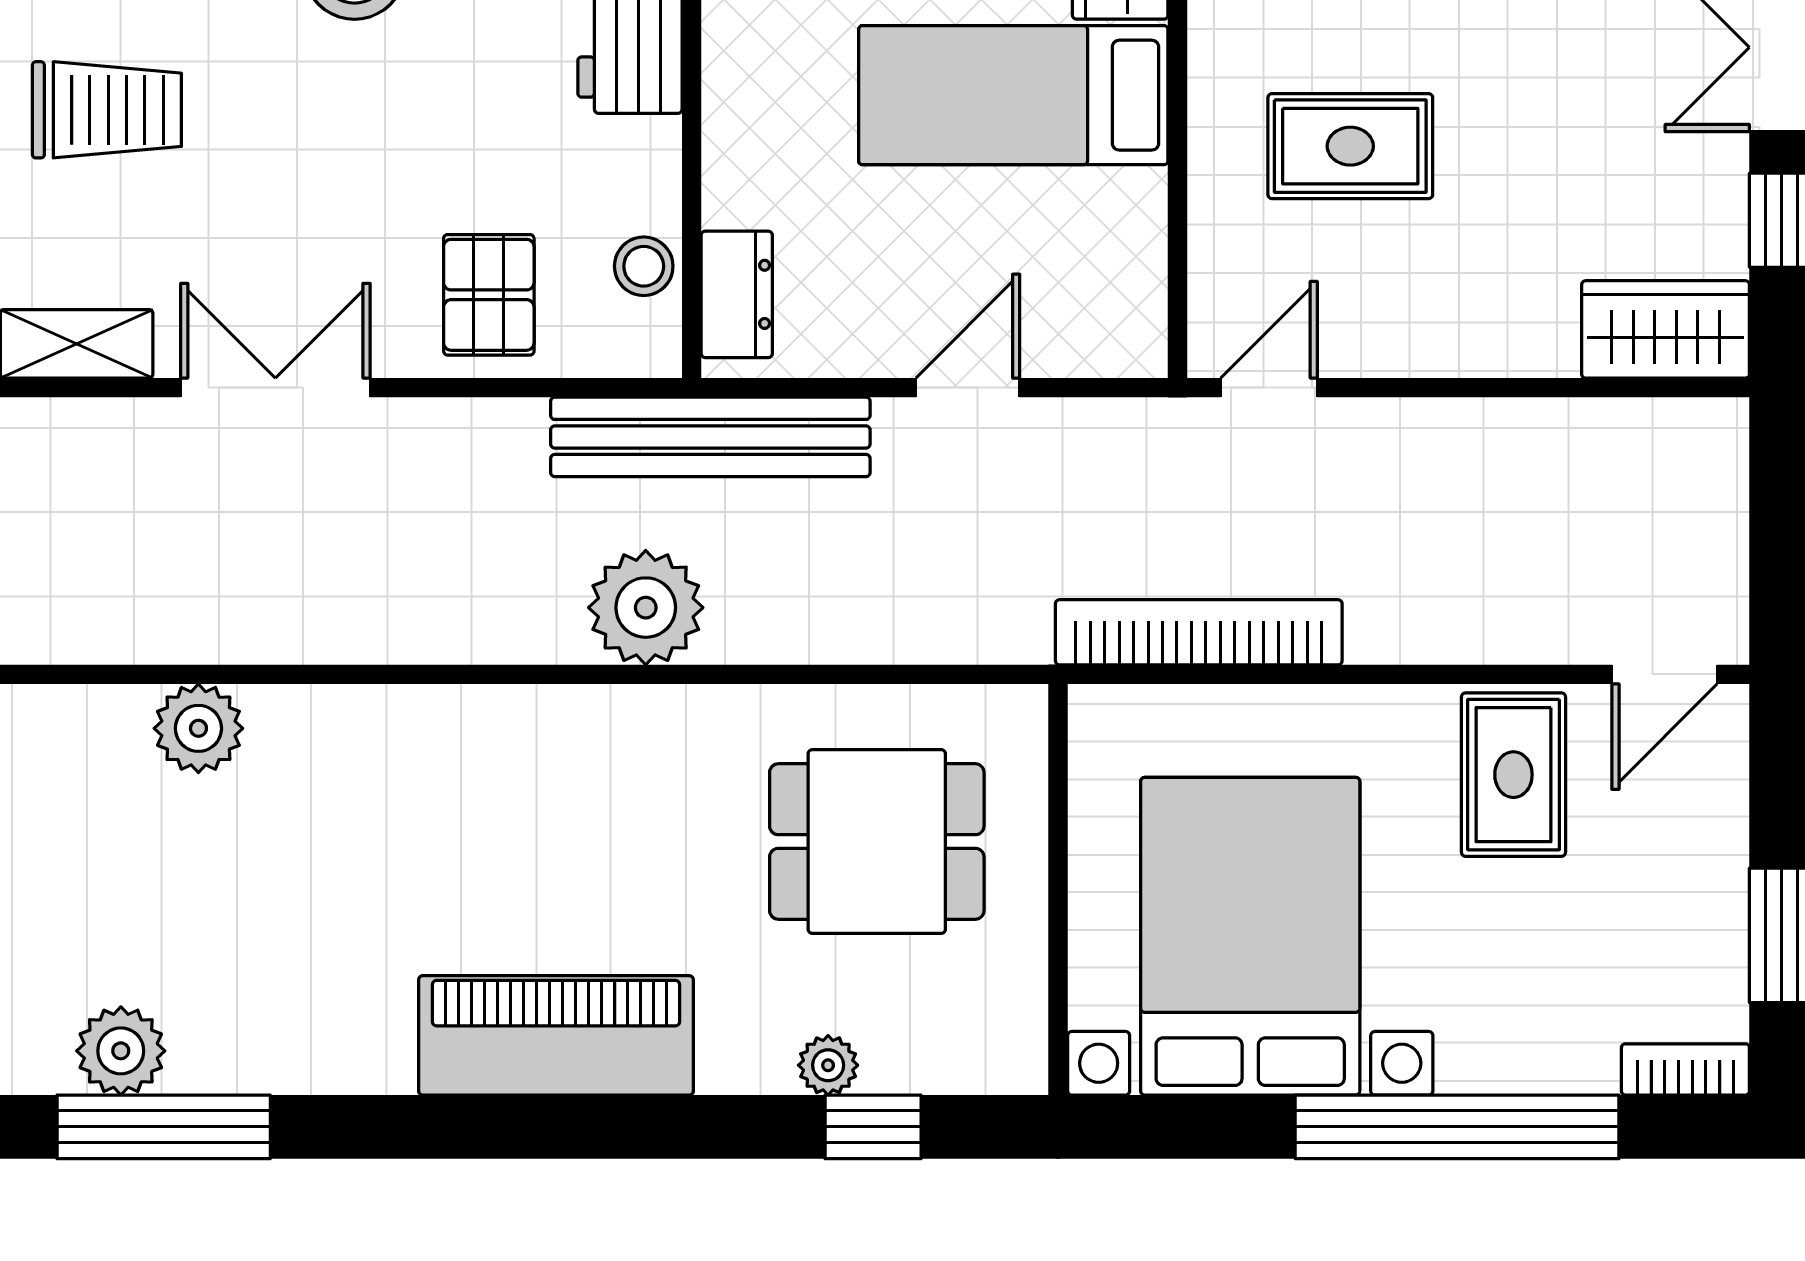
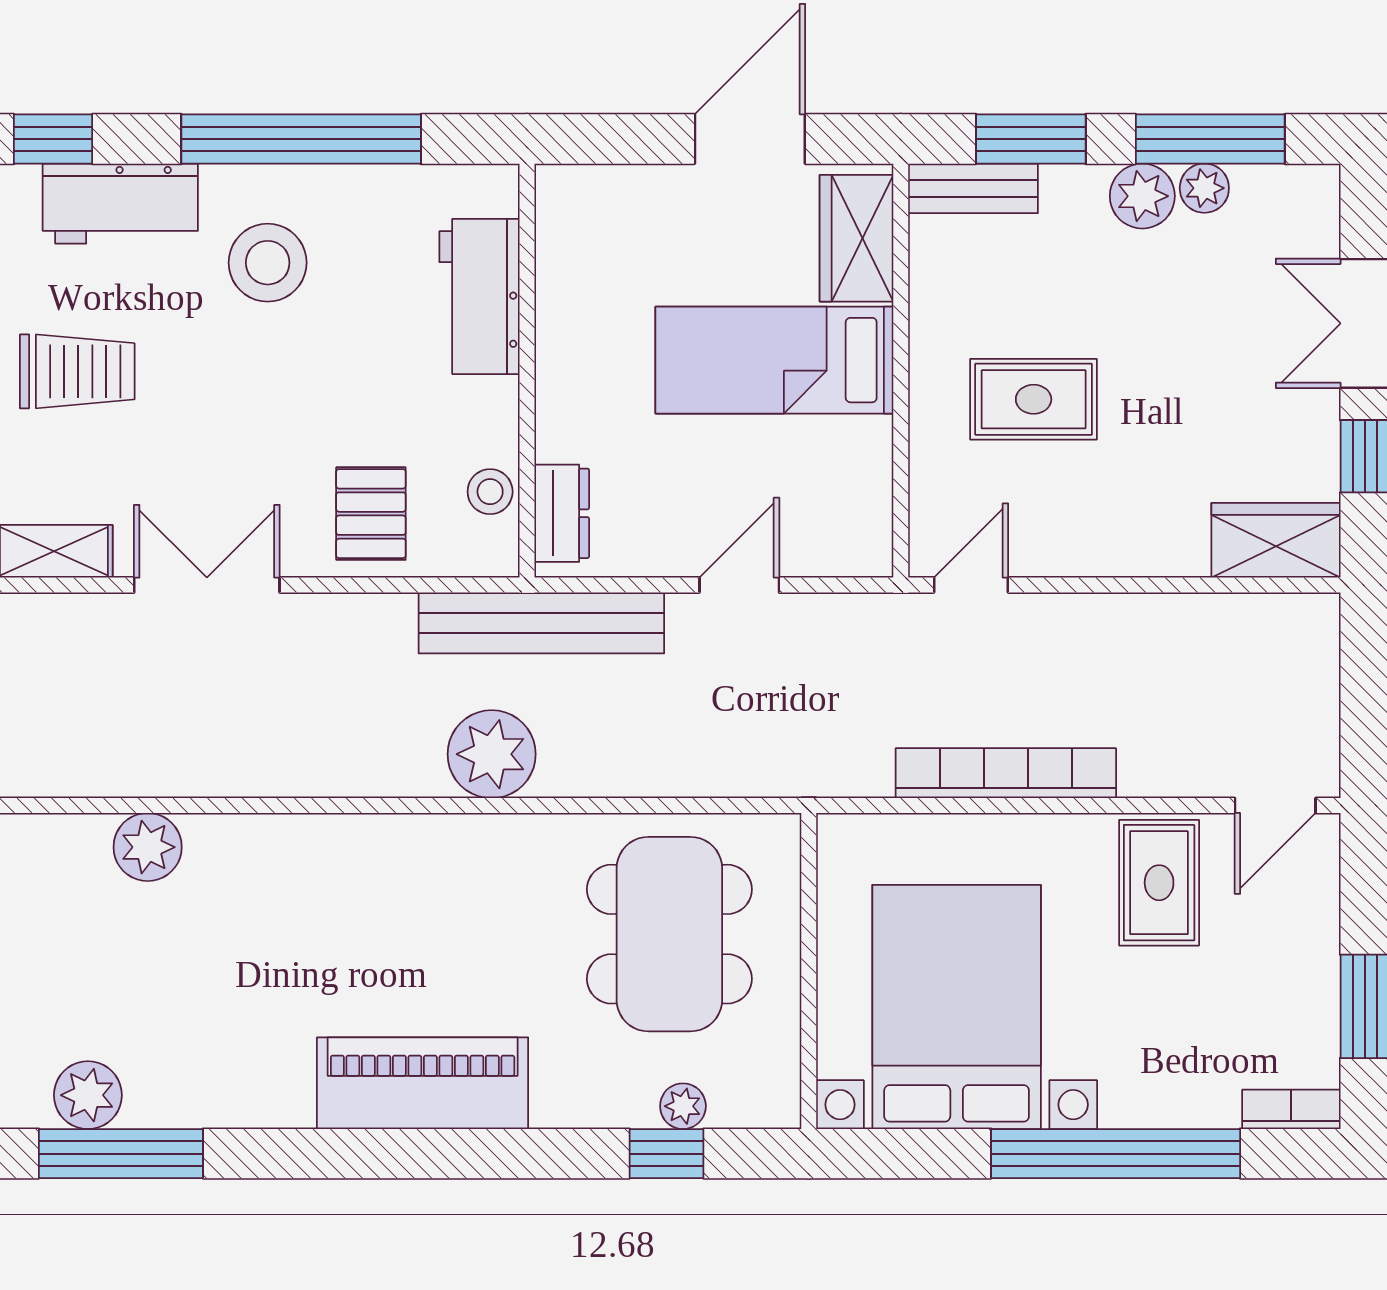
bookcase: (1199, 632) -> (1006, 773), moved
dining table: (877, 842) -> (669, 934), width x1.37
plant: (828, 1065) -> (683, 1106), moved

